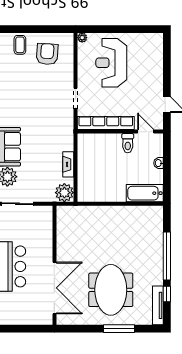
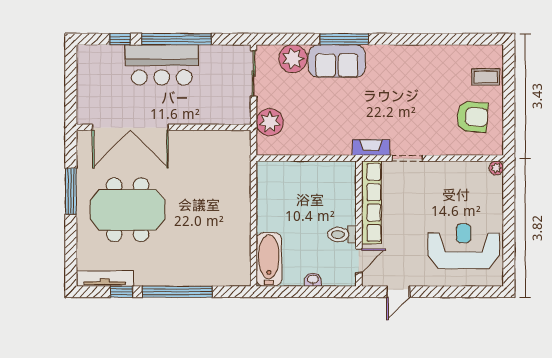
reception desk: (111, 63) -> (464, 246), moved
fireplace: (68, 164) -> (371, 148), moved
plant: (64, 193) -> (270, 122), moved
window: (119, 329) -> (71, 191), moved

